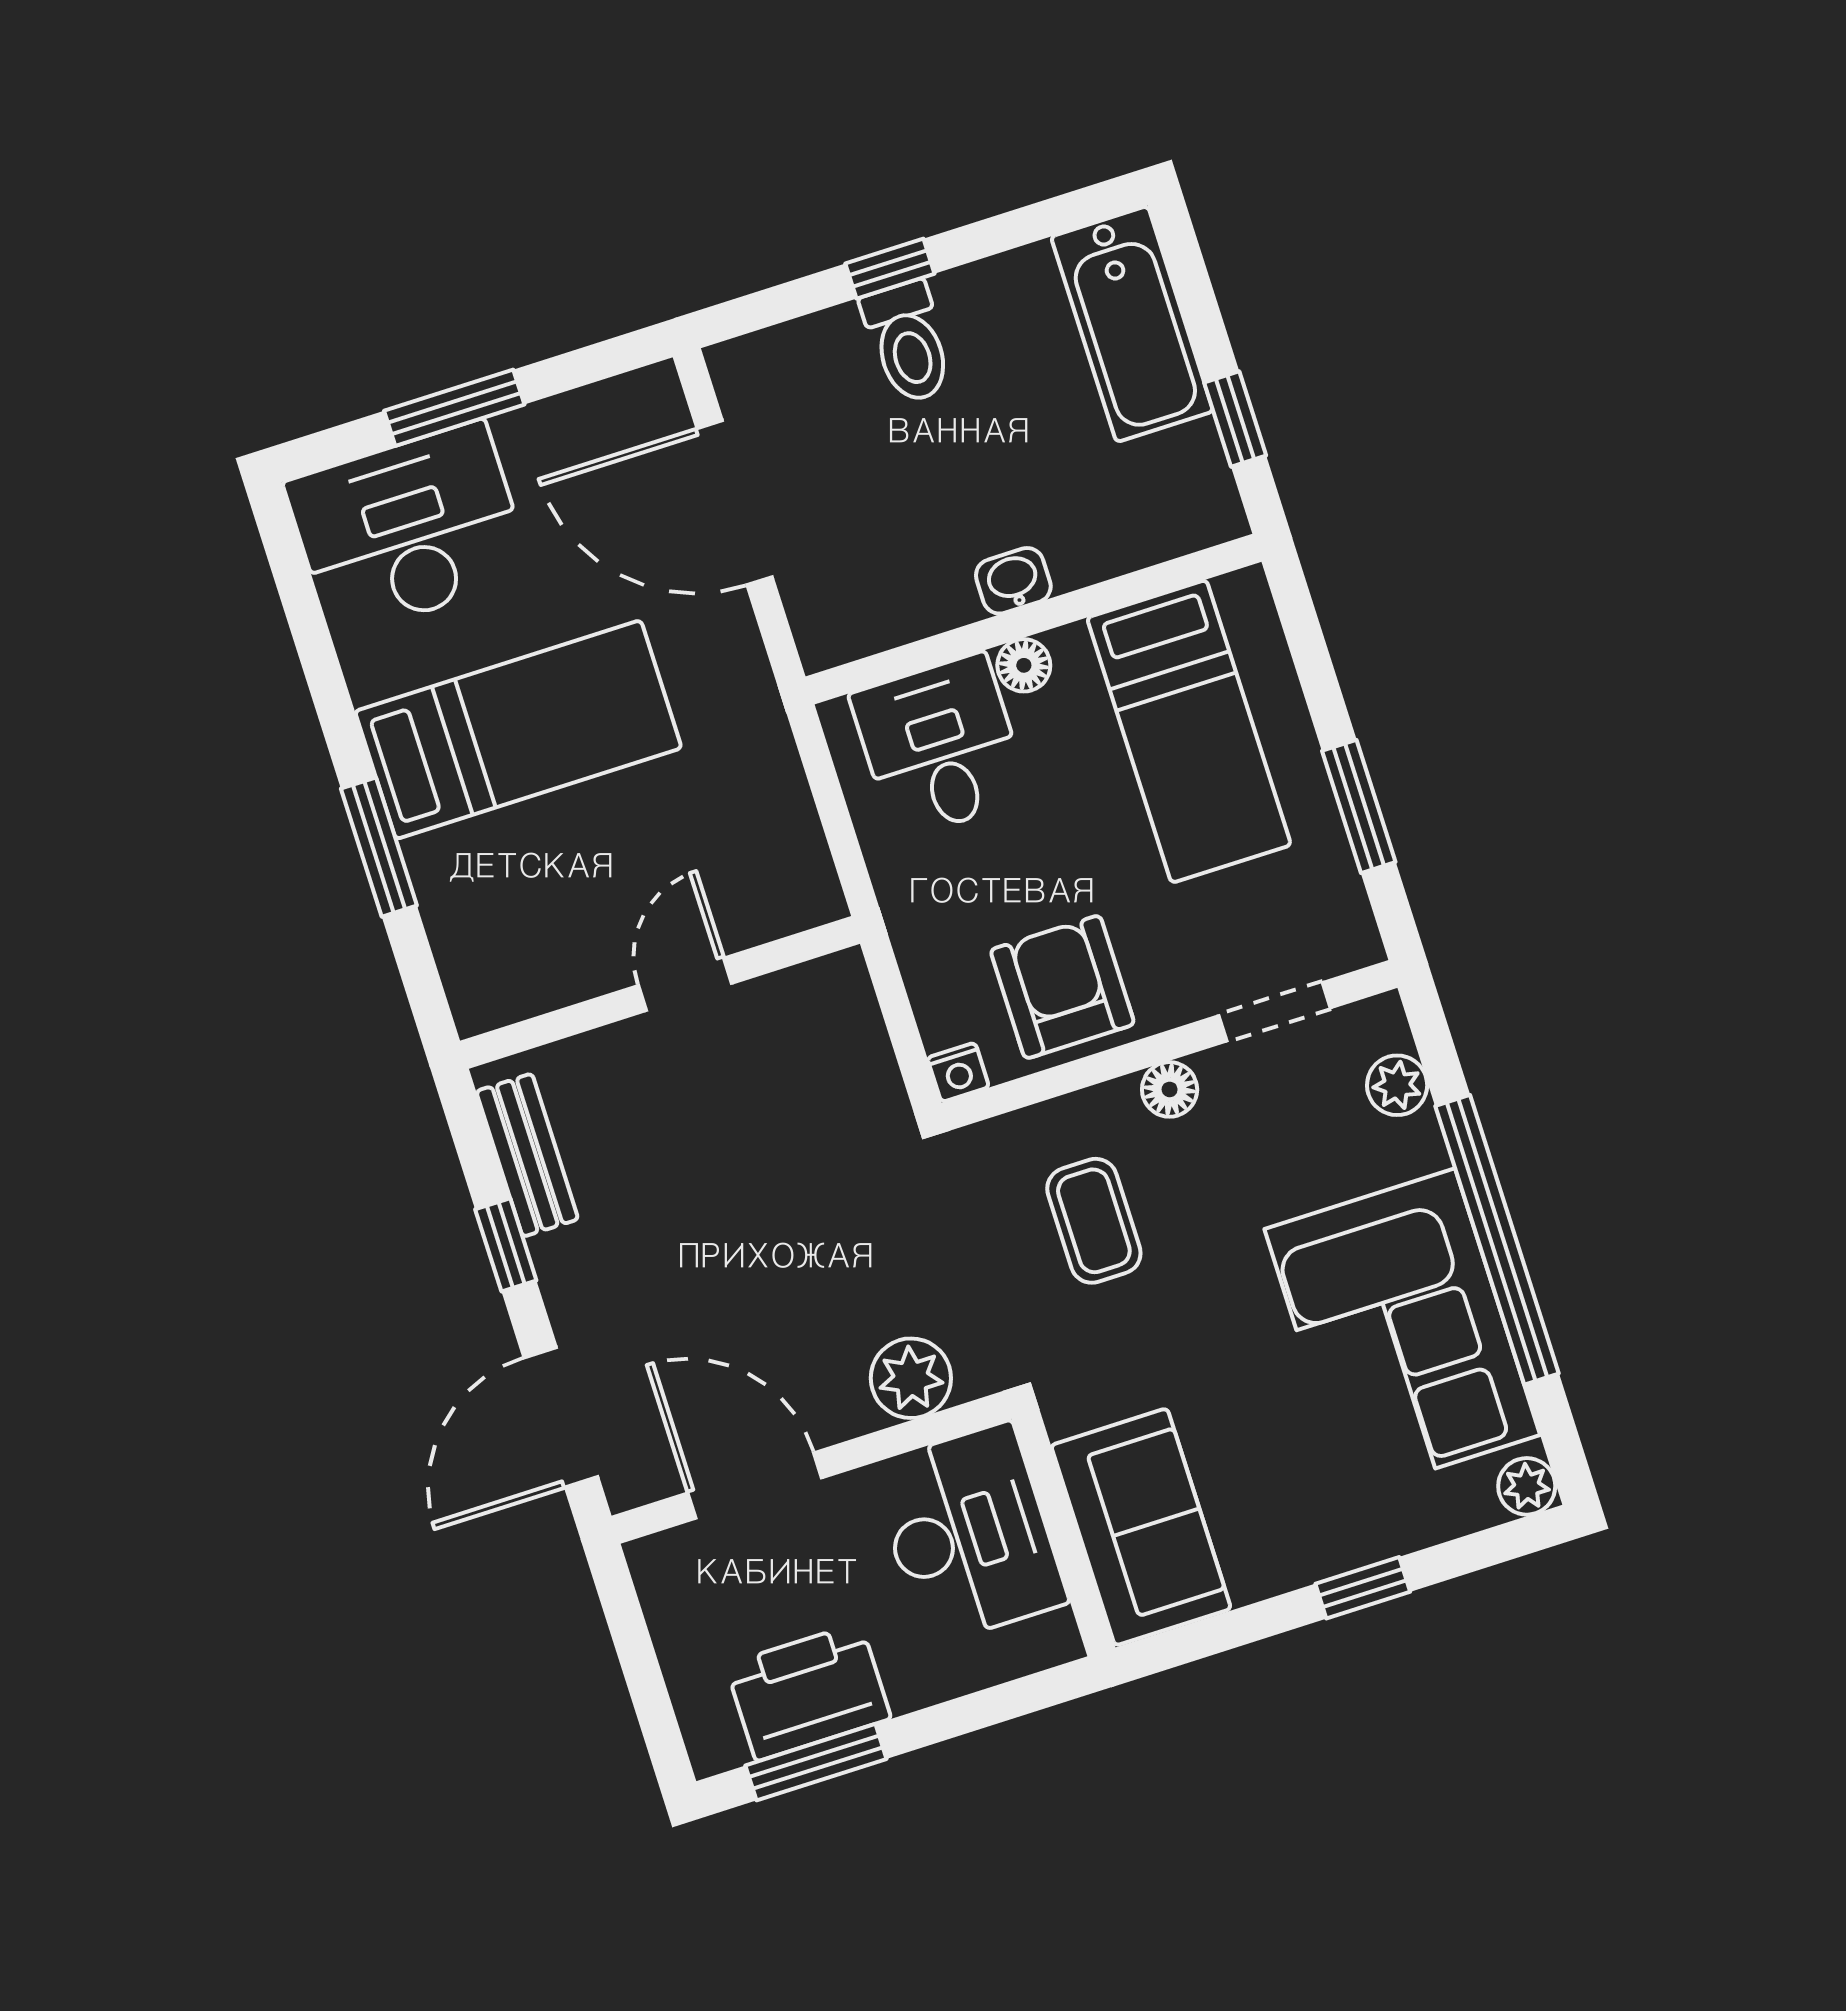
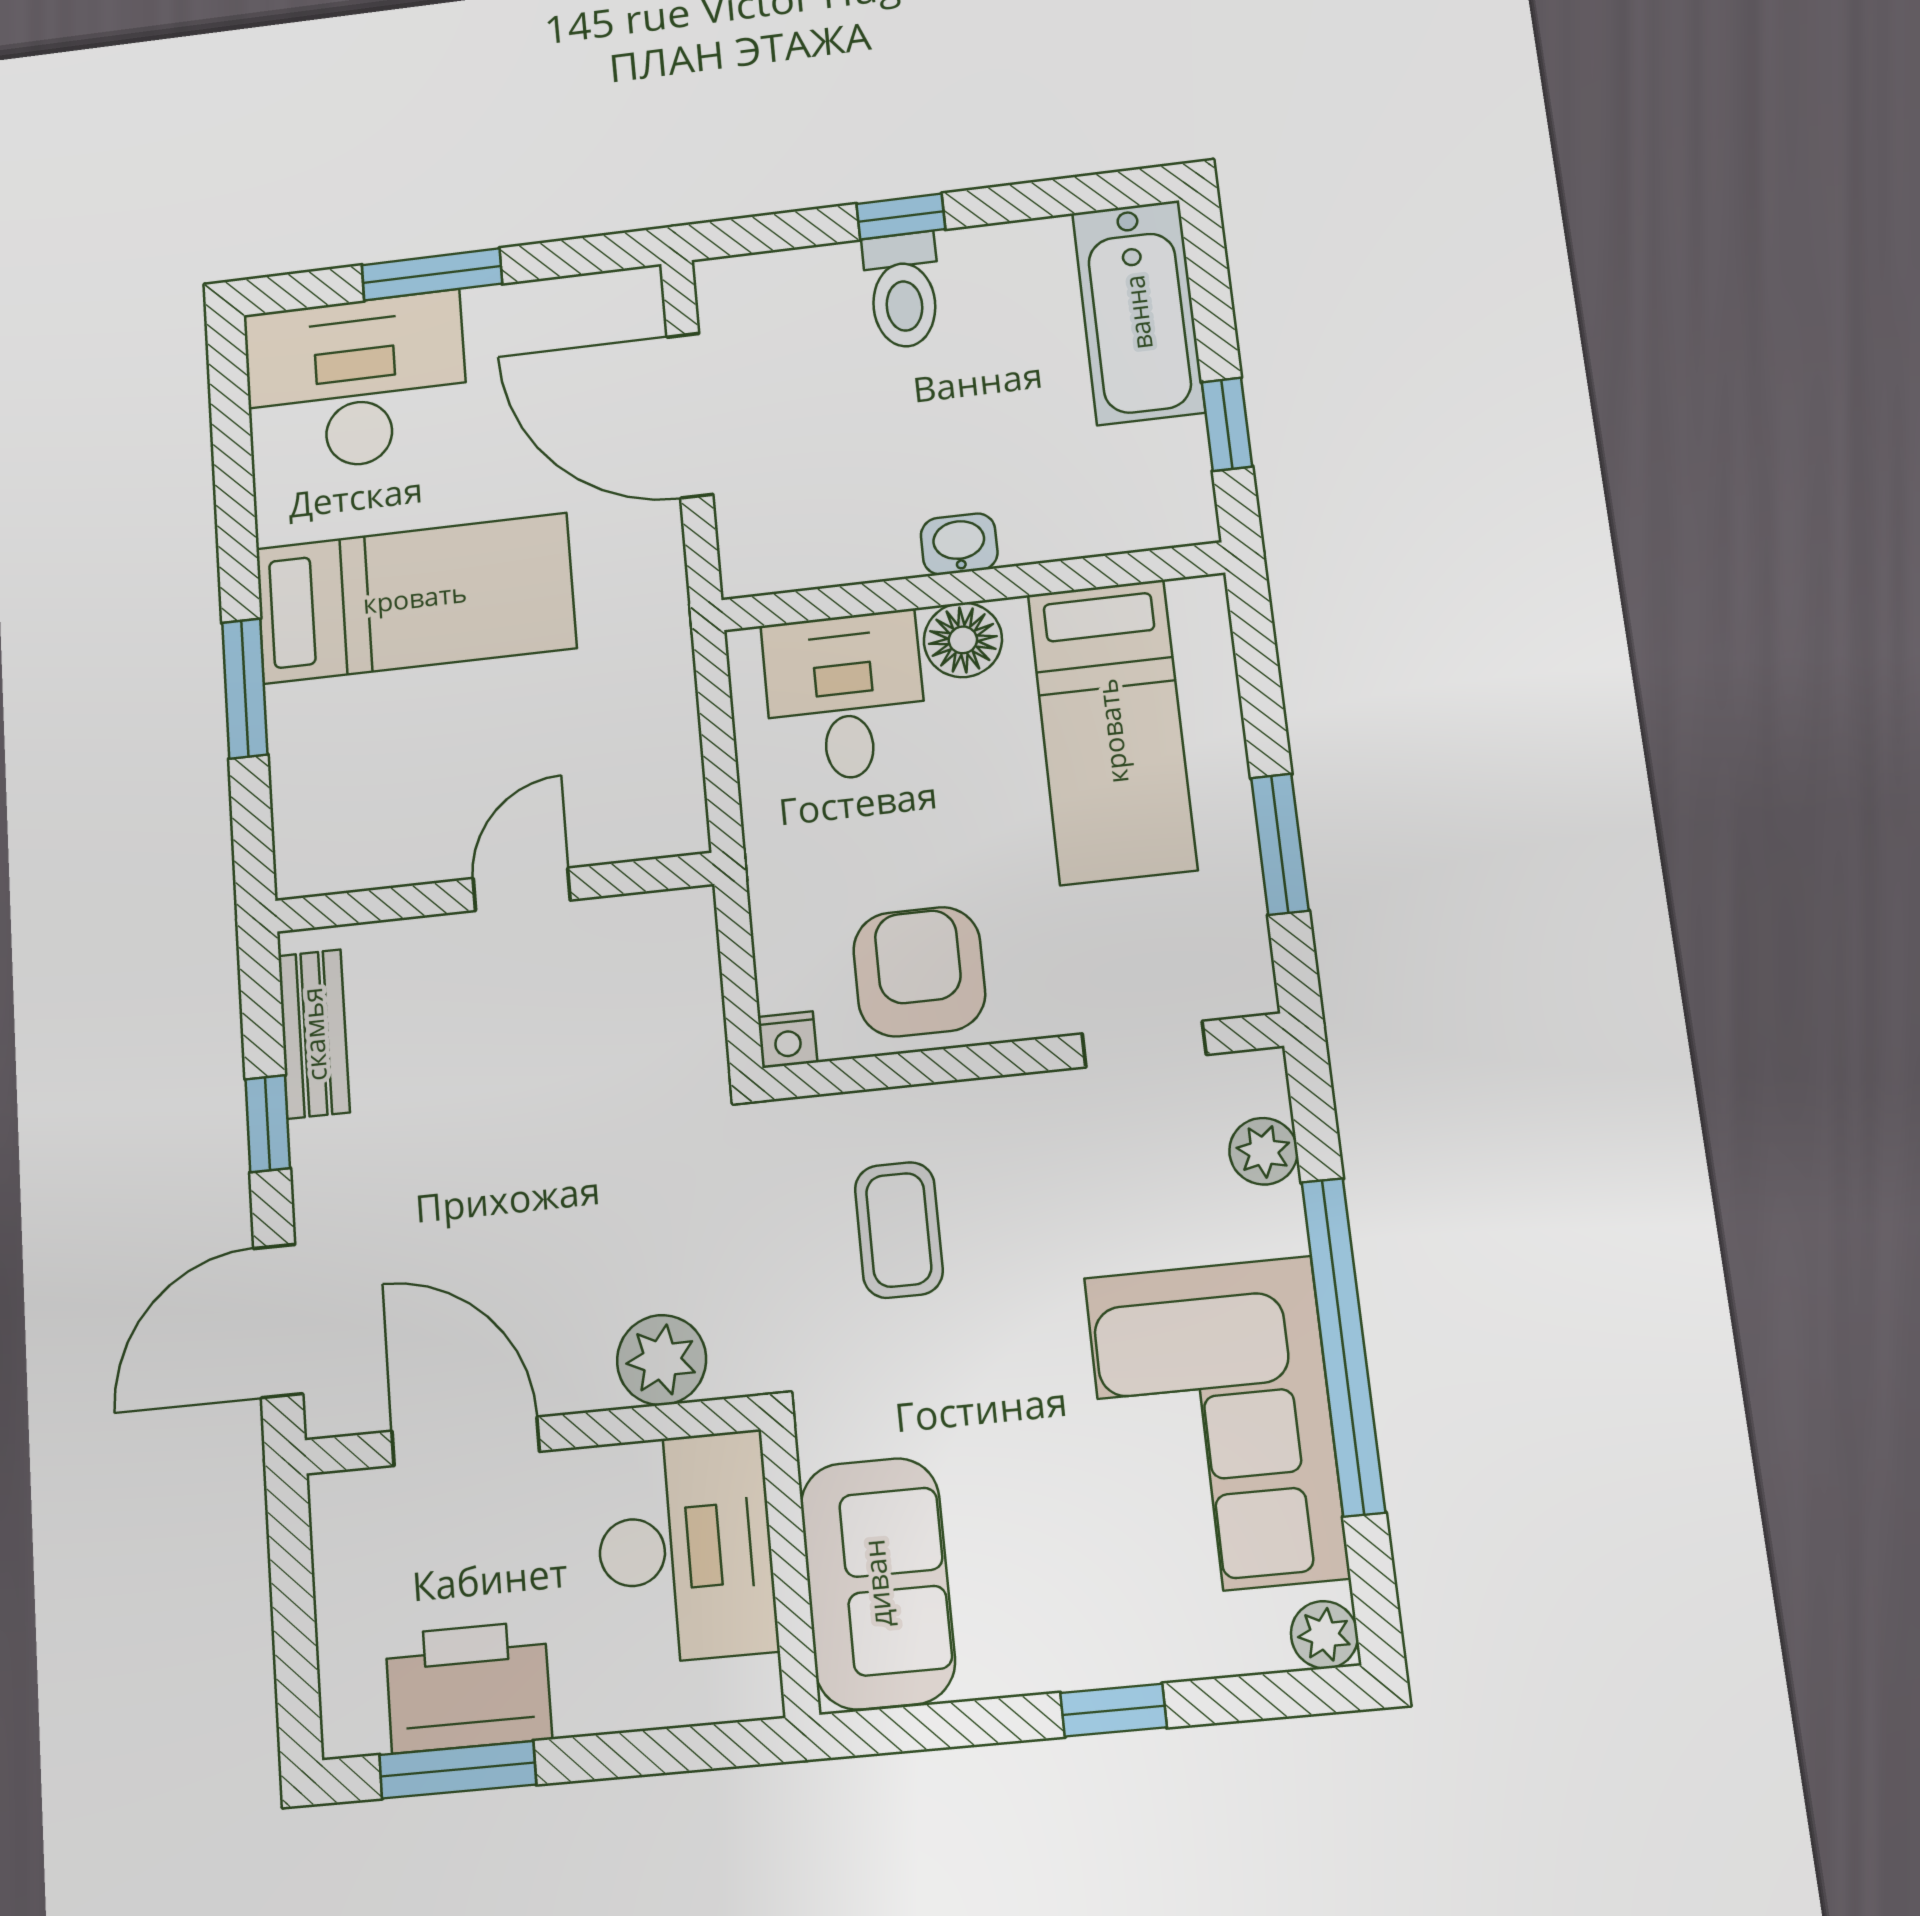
floor lamp: (1024, 665) -> (963, 640), width x1.37, depth x1.37
floor lamp: (1170, 1089) -> (1012, 1104), removed

